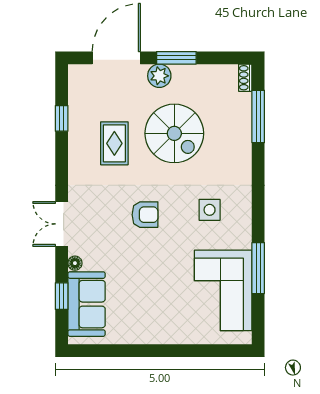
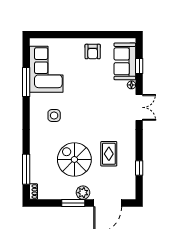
armchair: (145, 215) -> (93, 52), moved, turned -90

